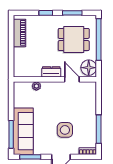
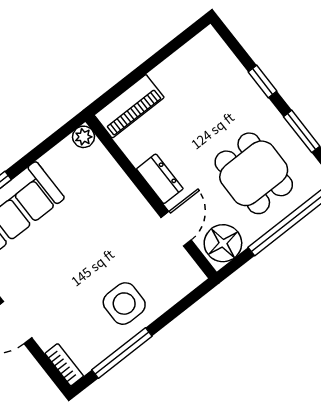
piano: (20, 33) -> (129, 106), moved
plant: (36, 86) -> (84, 137), moved
side table: (65, 130) -> (124, 304), moved

